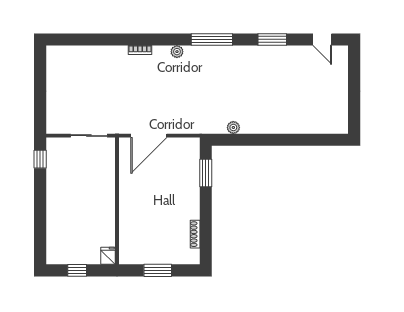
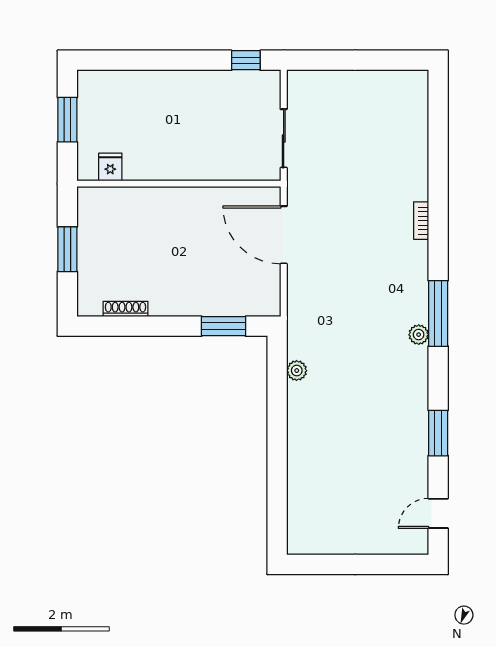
window: (212, 39) -> (438, 313), moved
plant: (177, 52) -> (419, 335), moved
fridge: (108, 256) -> (110, 167), moved, turned -90
window: (77, 270) -> (67, 120), width x1.50

